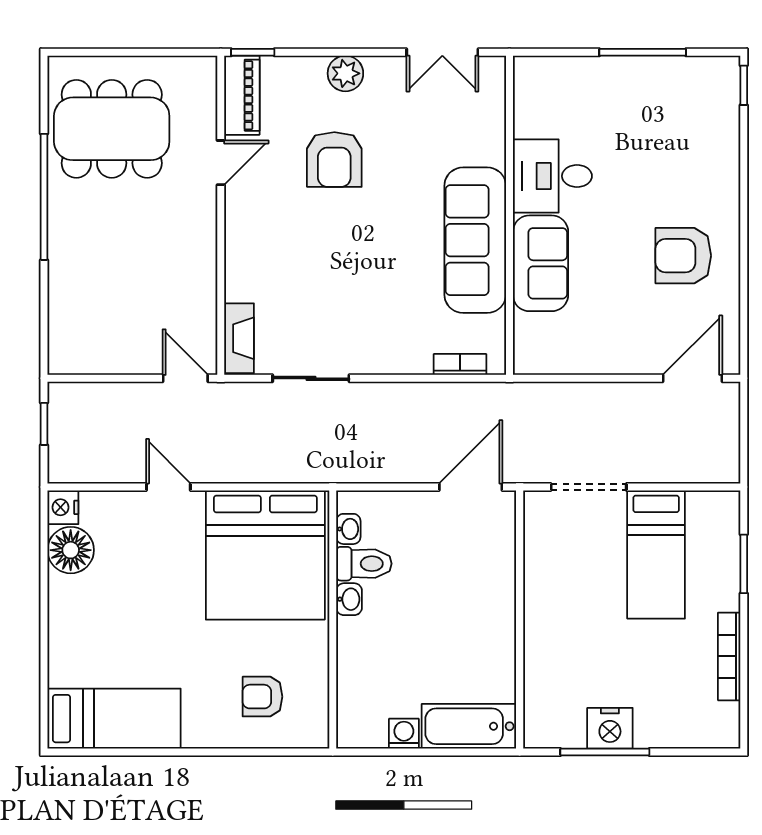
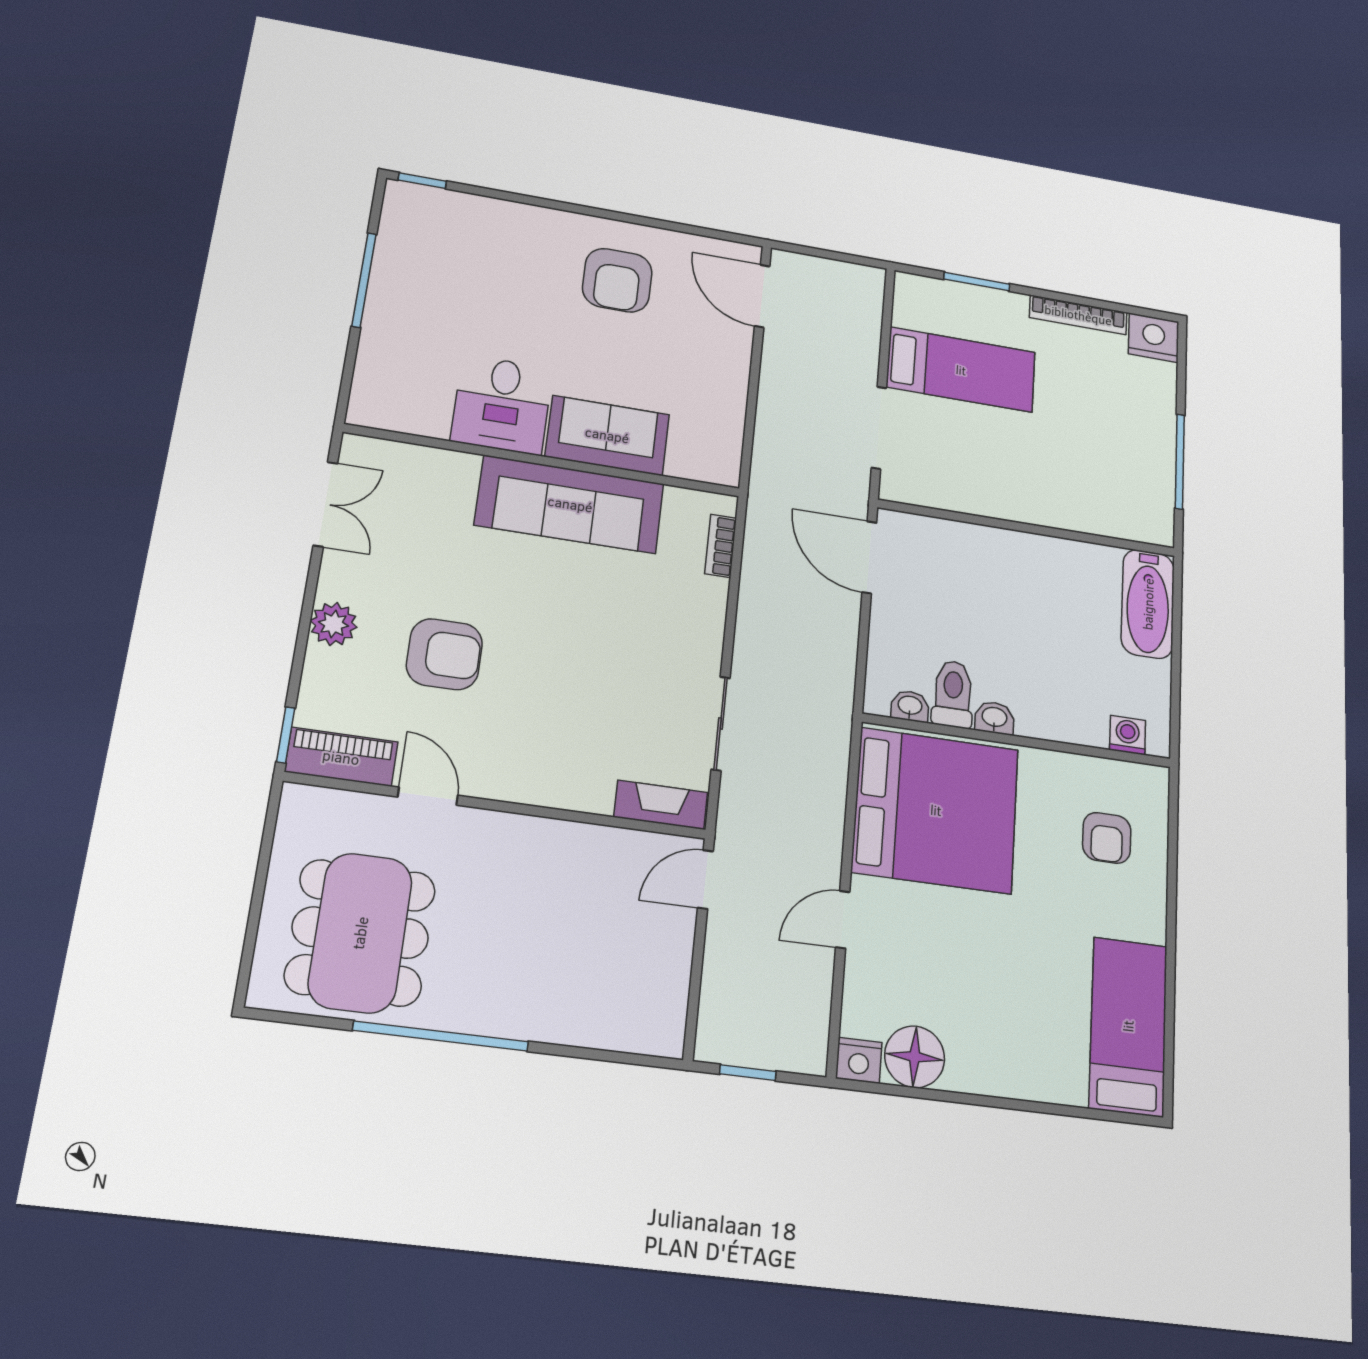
nightstand: (610, 728) -> (1154, 338), moved, turned -90
washing machine: (404, 734) -> (1128, 735), moved, turned 90

